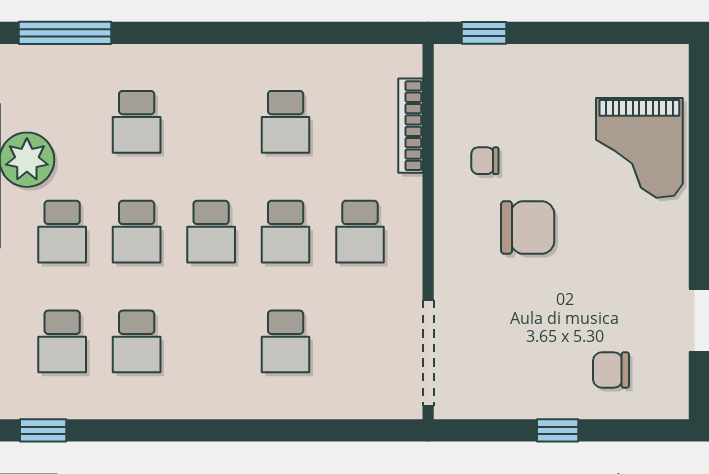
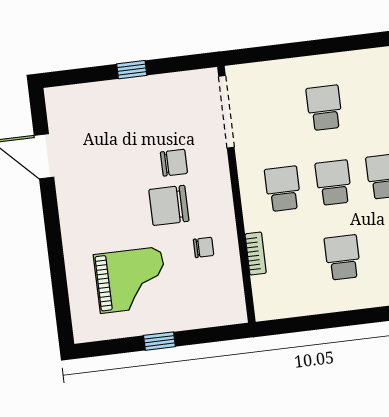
window: (484, 33) -> (159, 341), moved
bookcase: (411, 126) -> (256, 253), width x0.64
grand piano: (639, 148) -> (131, 280), moved, turned 90
chair: (611, 370) -> (174, 163), moved

